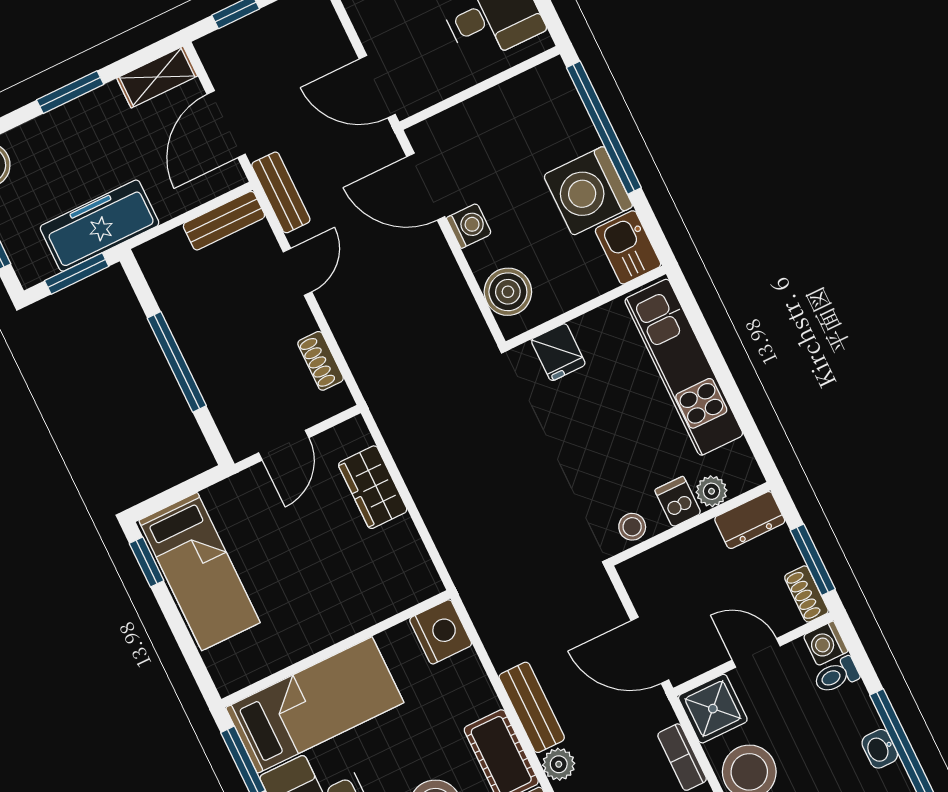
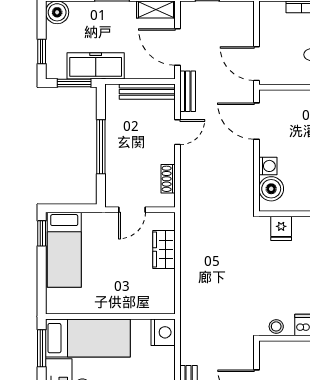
door: (226, 124) -> (178, 47), hinge flipped
bench: (224, 221) -> (147, 92), width x1.36
washing machine: (469, 226) -> (268, 166), moved

